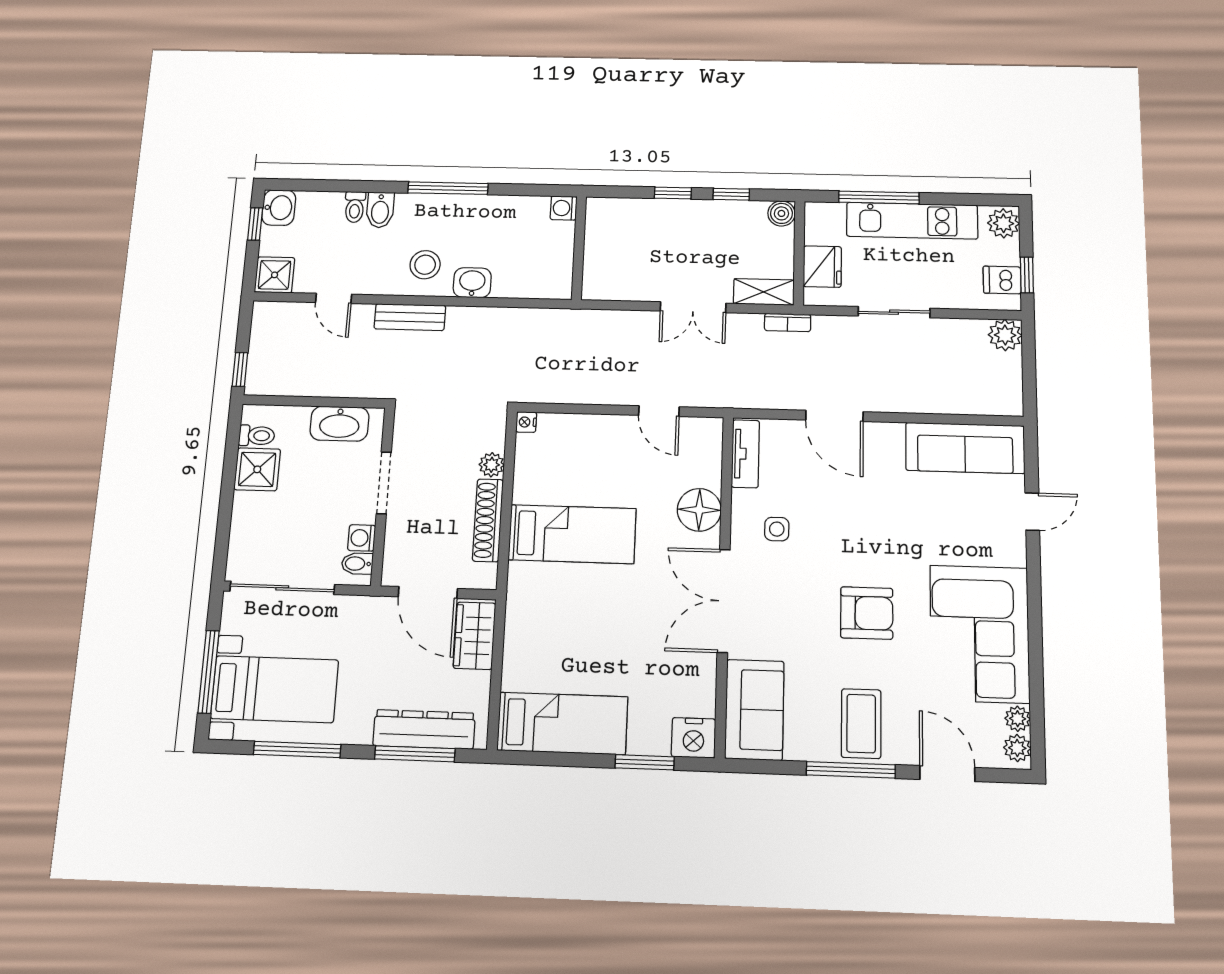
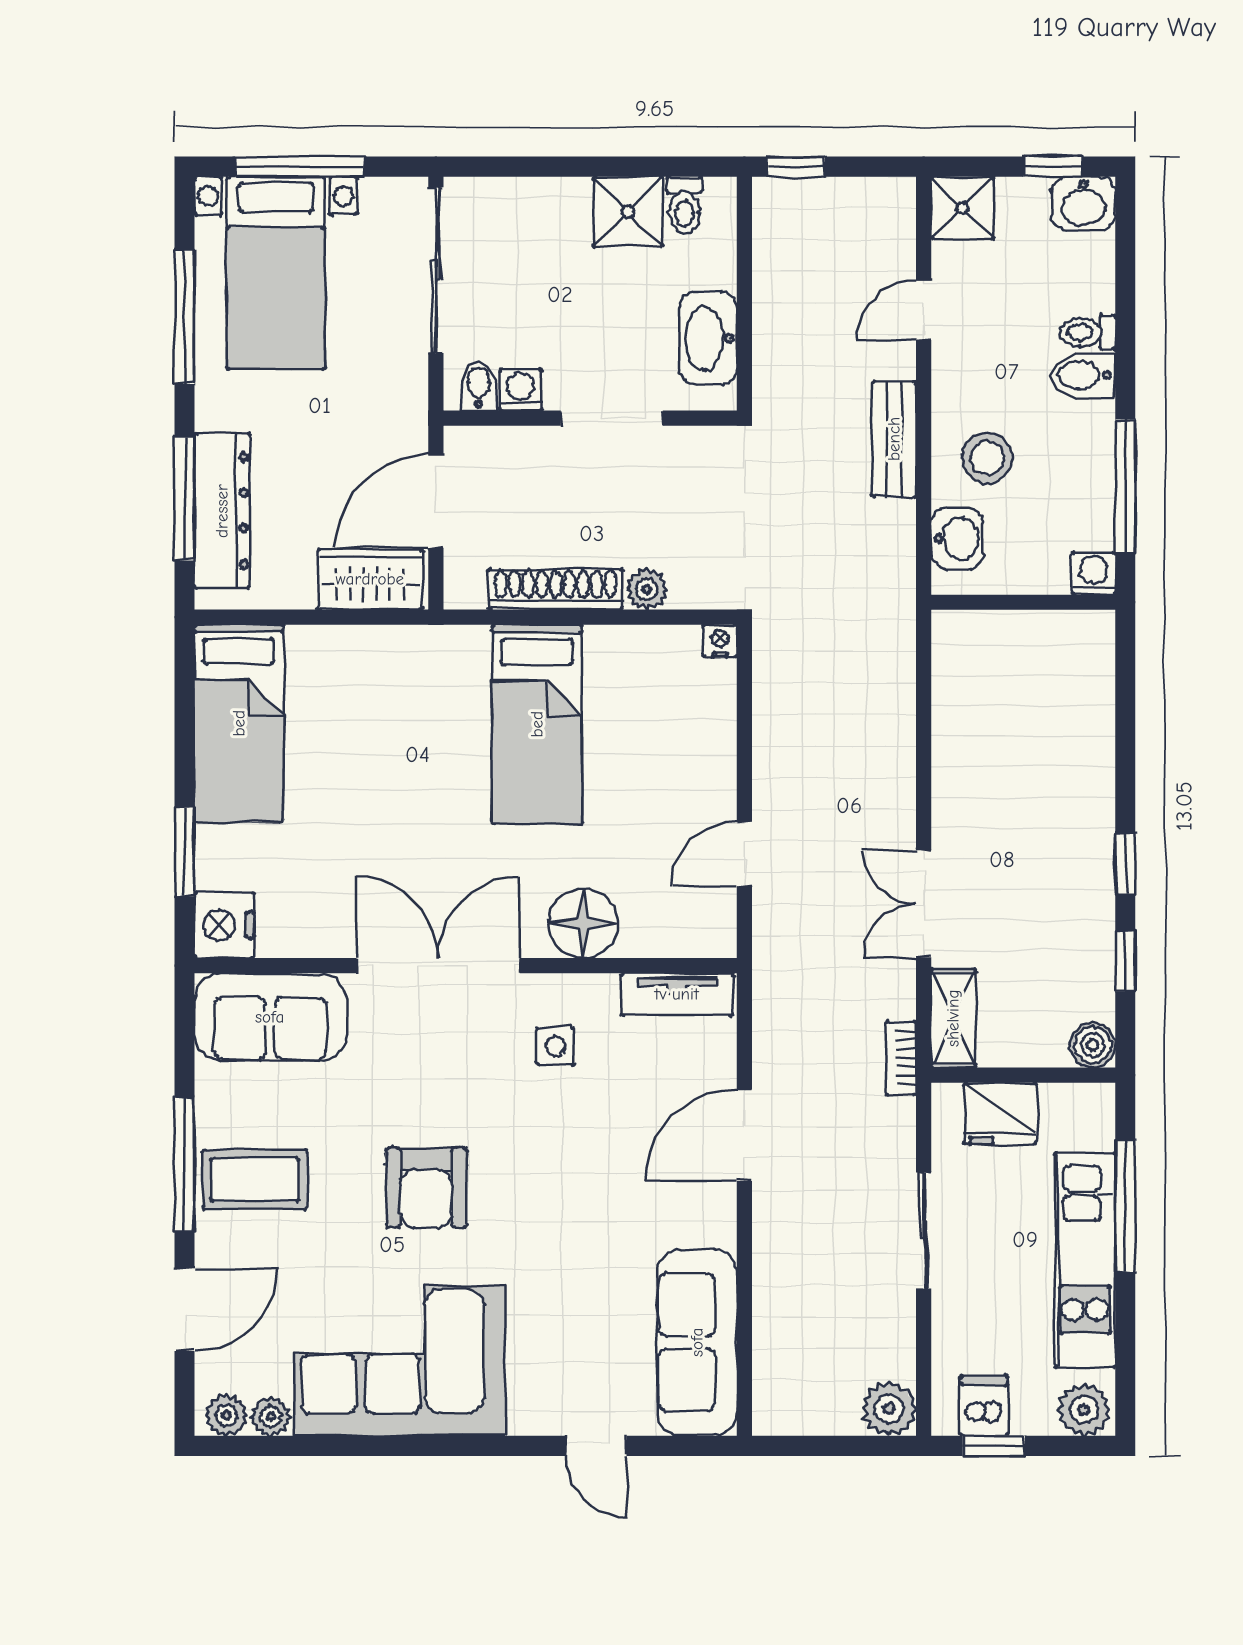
washing machine: (564, 208) -> (1094, 573), moved
wall: (579, 248) -> (1023, 602), moved

